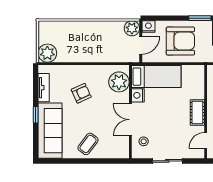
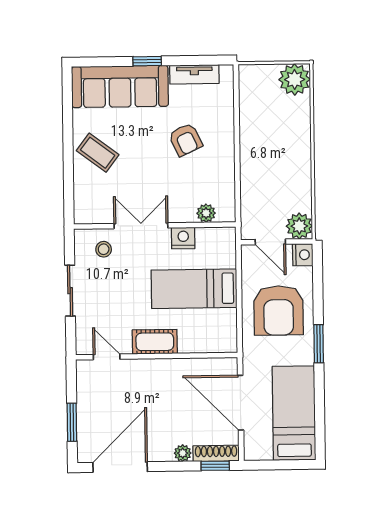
plant: (47, 53) -> (295, 79), moved
bed: (156, 77) -> (194, 289), moved, turned 90
plant: (119, 82) -> (206, 213), width x0.53, depth x0.53

